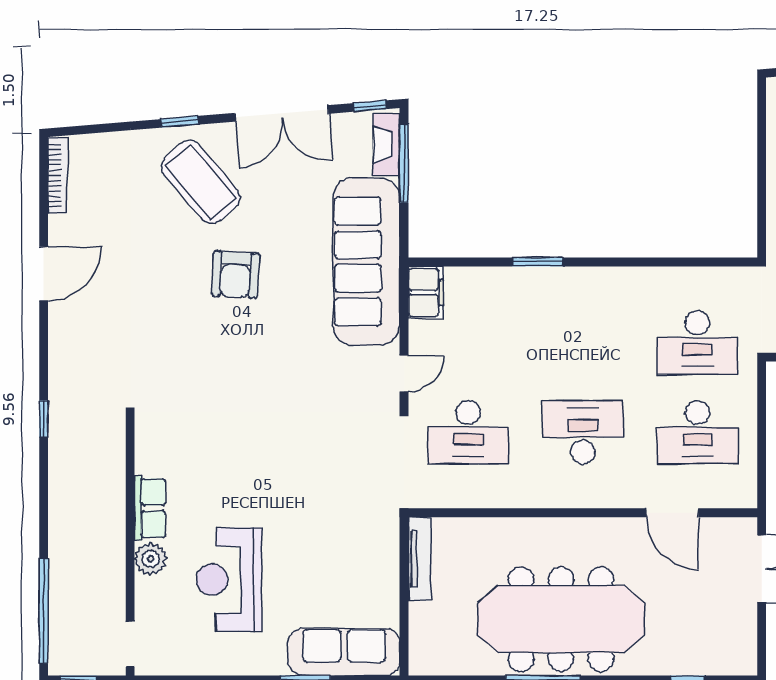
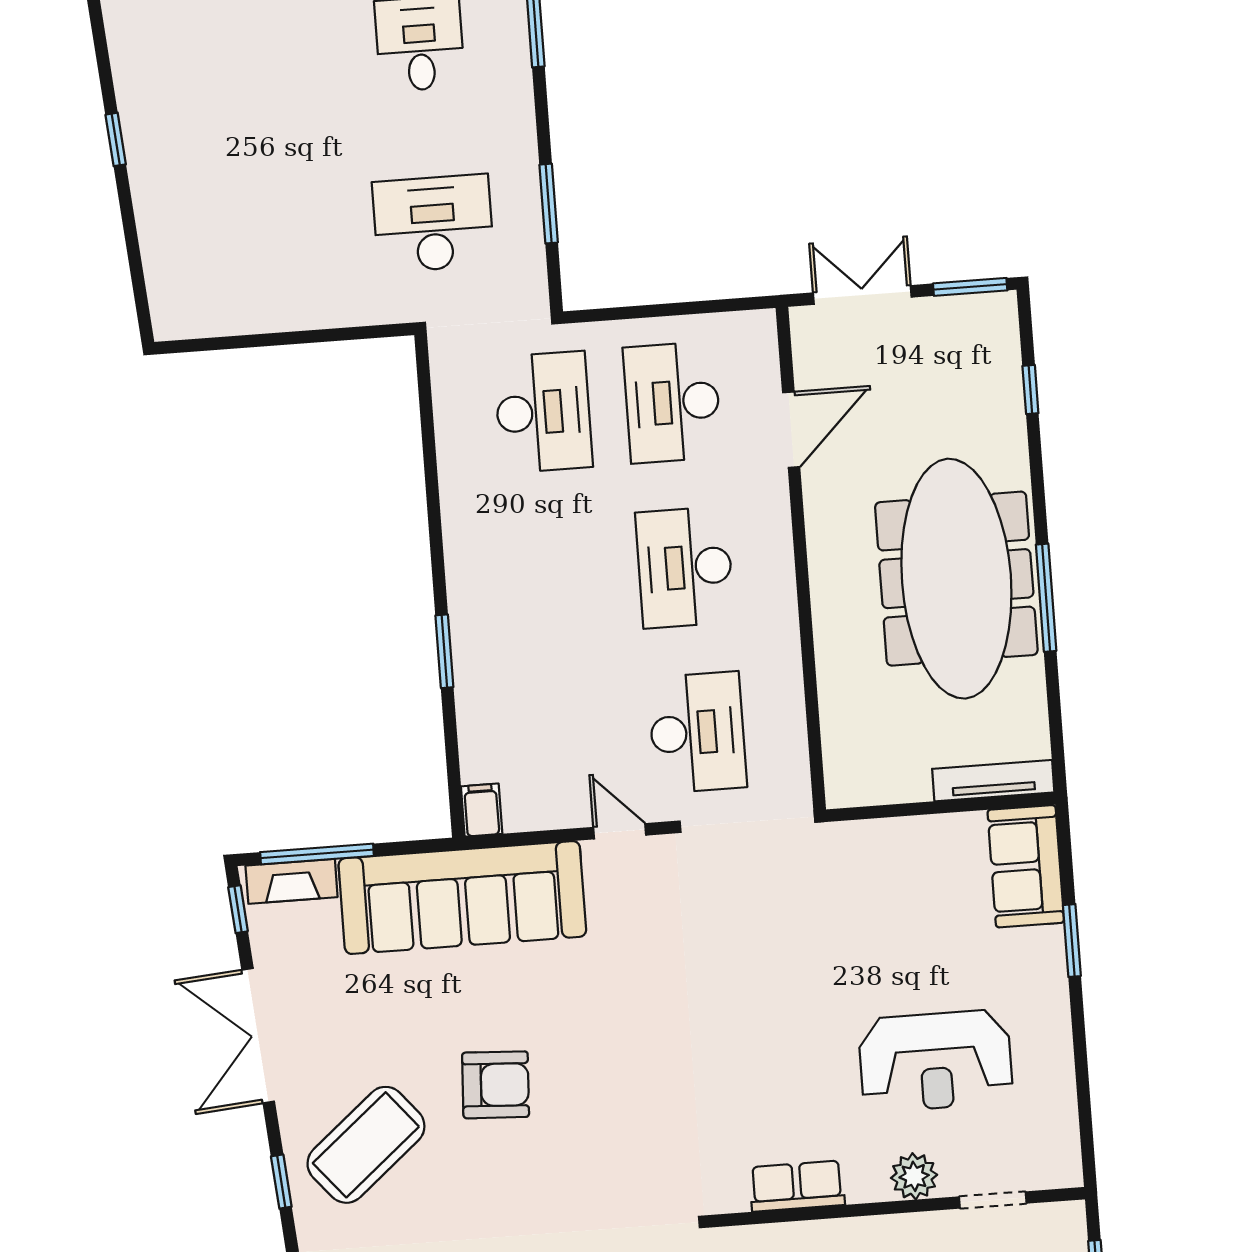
double door: (282, 113) -> (258, 1036), swing flipped
filing cabinet: (426, 292) -> (482, 810), width x0.50
desk: (697, 432) -> (672, 402), turned 180
row of seats: (150, 508) -> (797, 1186), moved
tv unit: (420, 559) -> (993, 781), moved
doorway: (130, 644) -> (993, 1200), moved
window: (762, 644) -> (970, 287), added
sofa: (344, 652) -> (1026, 866), width x0.73

